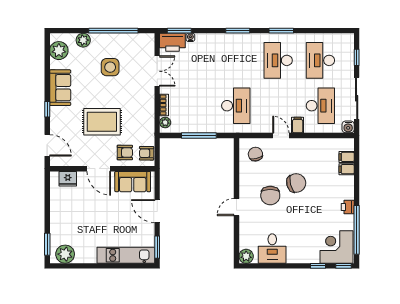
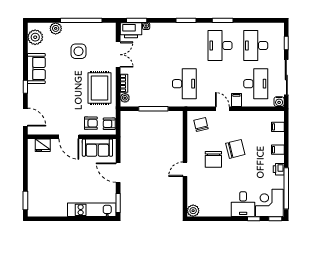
rug: (102, 122) -> (99, 88), moved, turned 90
filing cabinet: (347, 169) -> (278, 150), moved
desk: (272, 249) -> (243, 204), moved
plant: (65, 254) -> (40, 209), removed

